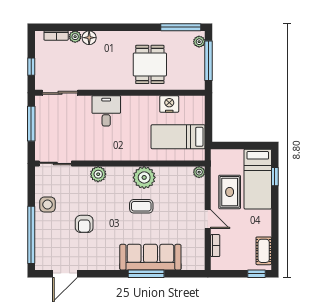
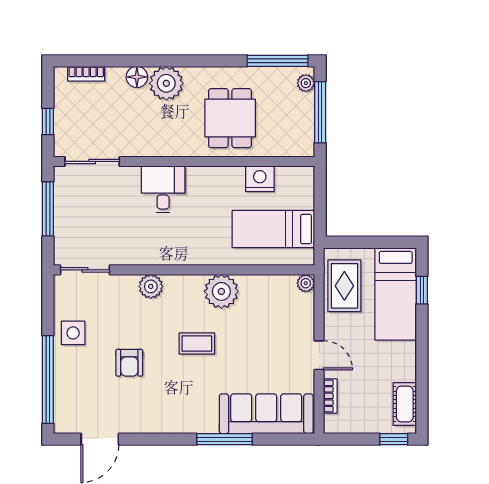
plant: (75, 37) -> (166, 83), moved, width x1.87, depth x1.87
rug: (230, 192) -> (344, 286), moved
coffee table: (141, 206) -> (197, 344), moved
sofa: (150, 257) -> (266, 414), moved

